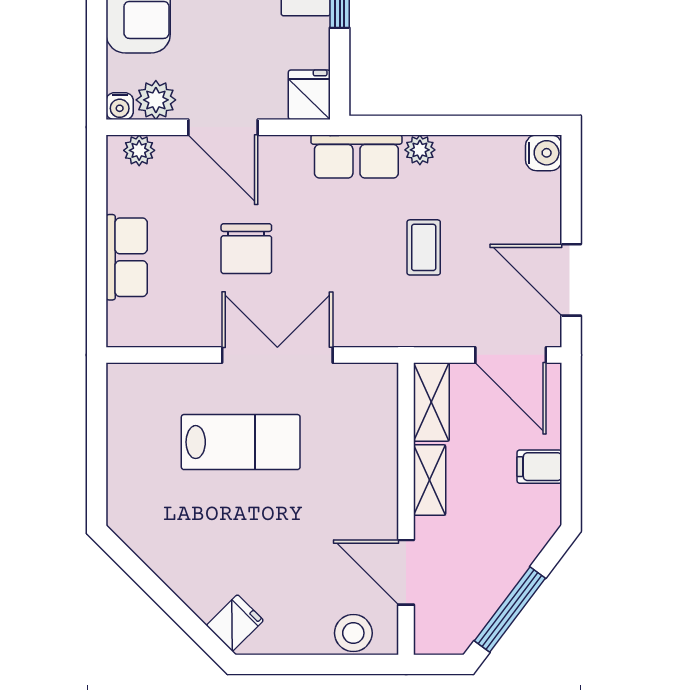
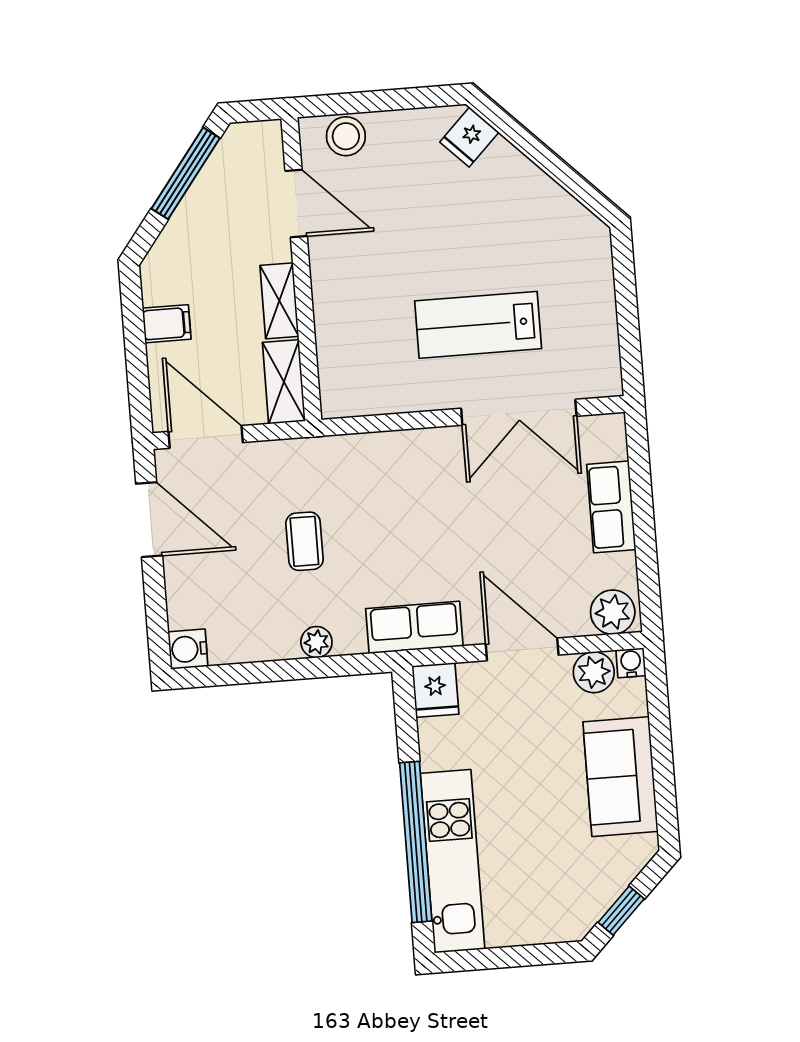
plant: (139, 150) -> (613, 612), width x1.38, depth x1.38
row of seats: (356, 157) -> (414, 627), moved
chair: (246, 249) -> (488, 526), removed
double door: (277, 355) -> (519, 412), moved

